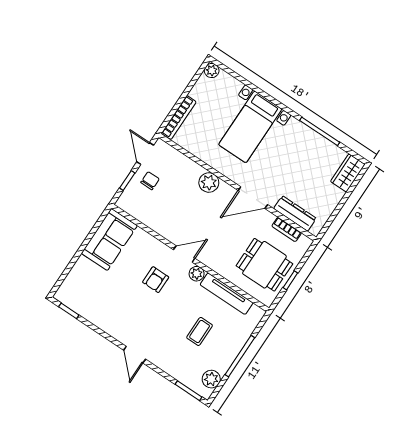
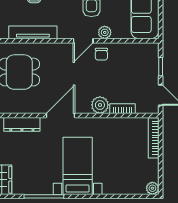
bed with nightstands: (250, 127) -> (78, 166), moved
chair: (150, 181) -> (101, 54), moved
bookcase: (287, 229) -> (122, 109), moved
plant: (197, 274) -> (105, 32), moved

